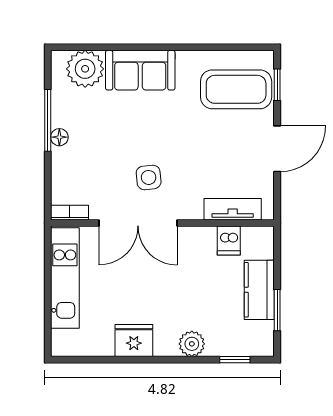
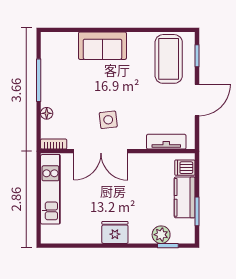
plant: (85, 69) -> (64, 45), removed
coffee table: (236, 89) -> (169, 59), turned 90
floor lamp: (59, 137) -> (47, 113), moved
dishwasher: (229, 241) -> (185, 168), moved, turned 90
fridge: (134, 341) -> (115, 232), moved
plant: (192, 344) -> (161, 235), moved

